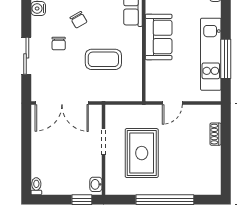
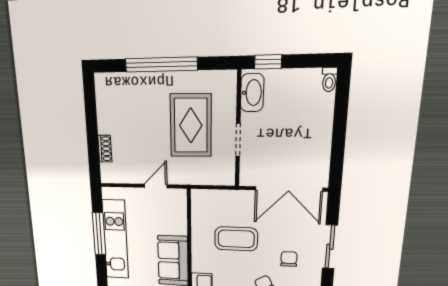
double door: (62, 103) -> (289, 189), swing flipped
washbasin: (96, 184) -> (252, 93), width x1.91, depth x1.45

